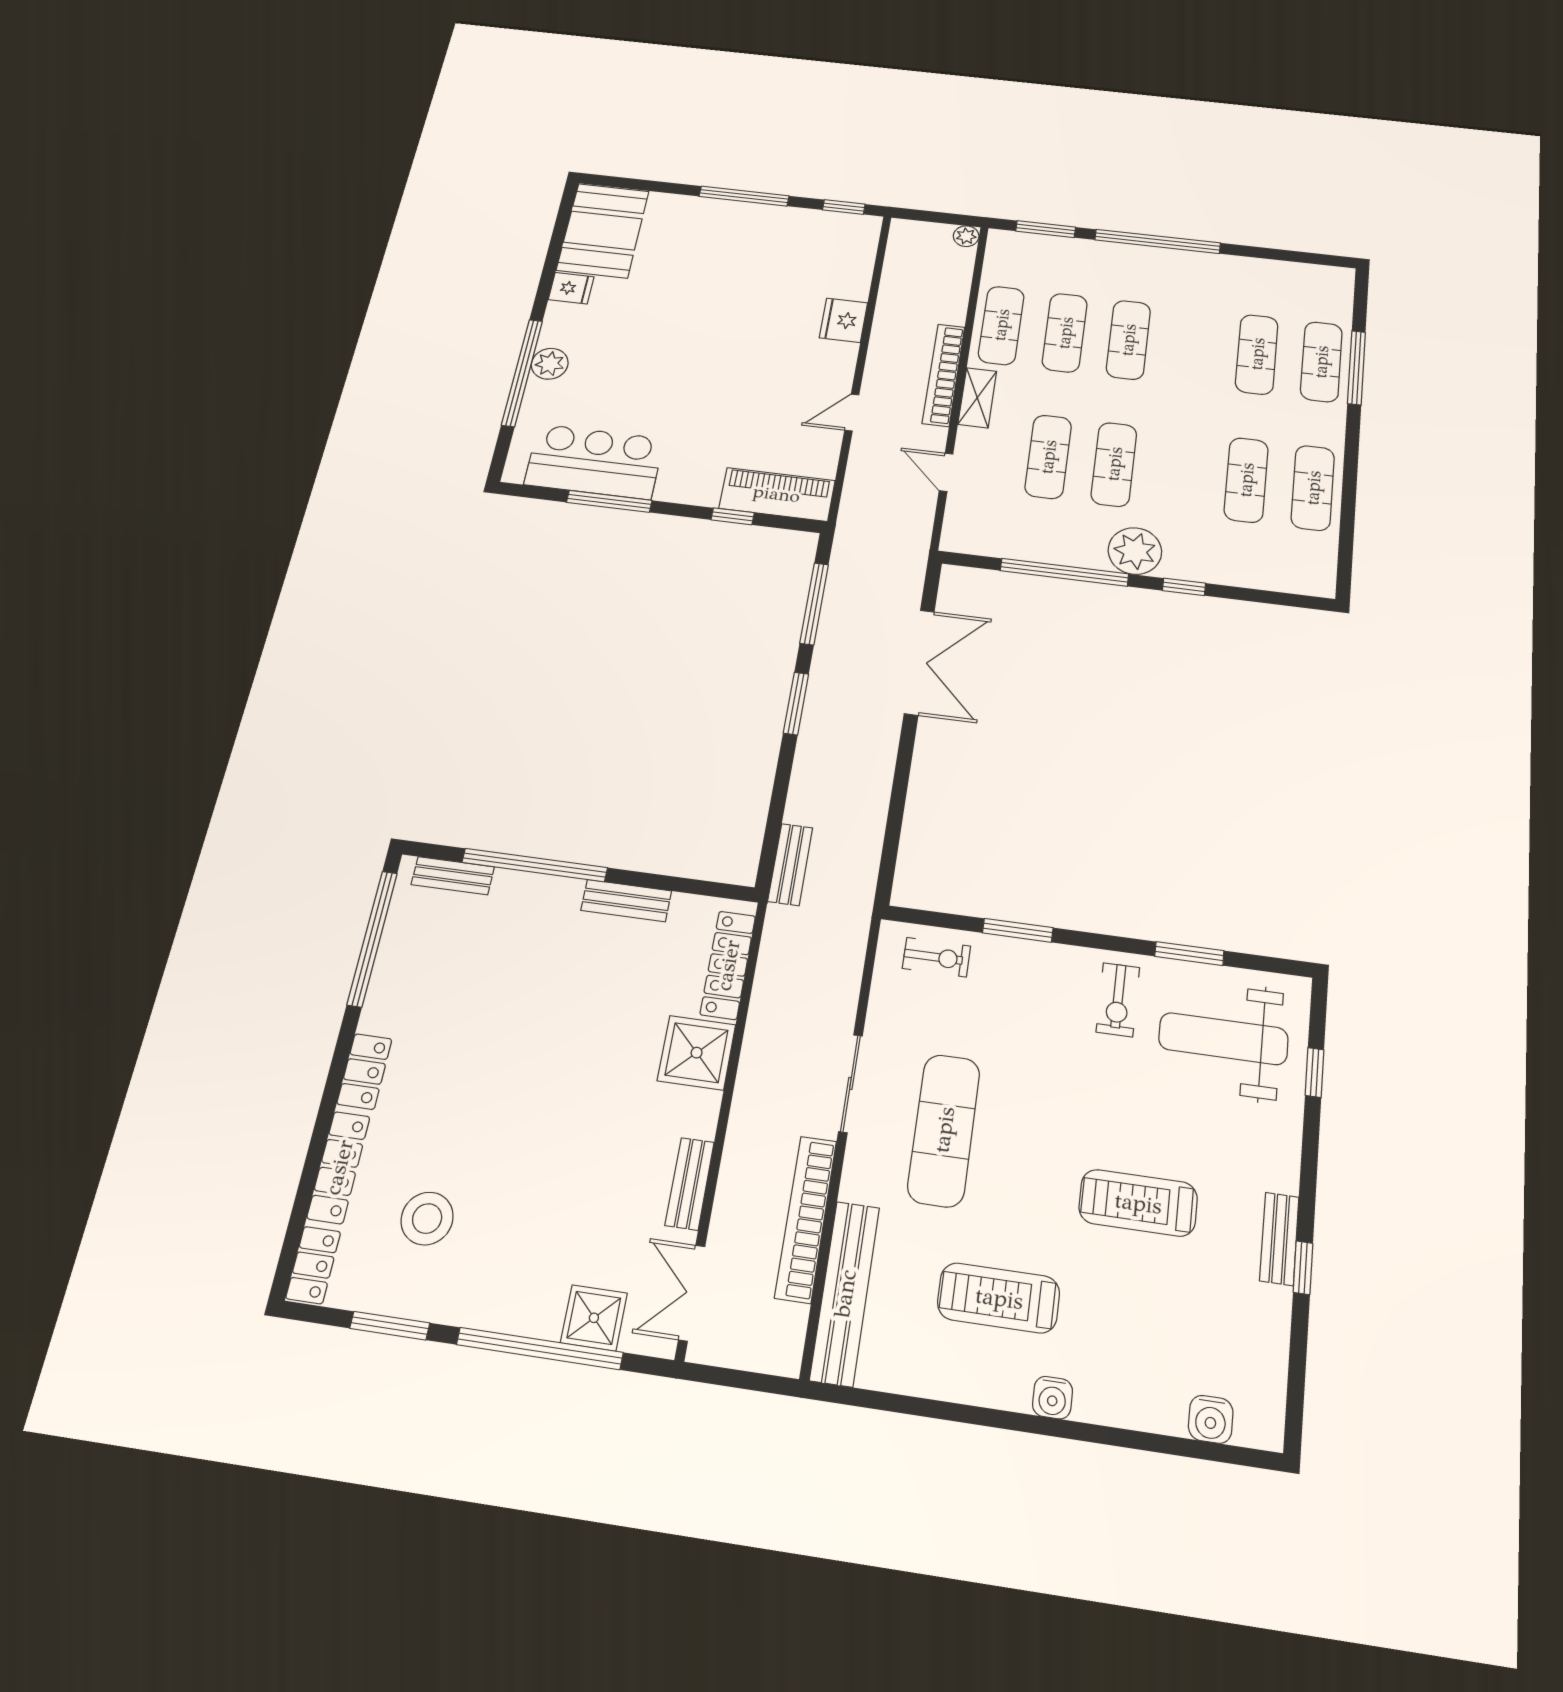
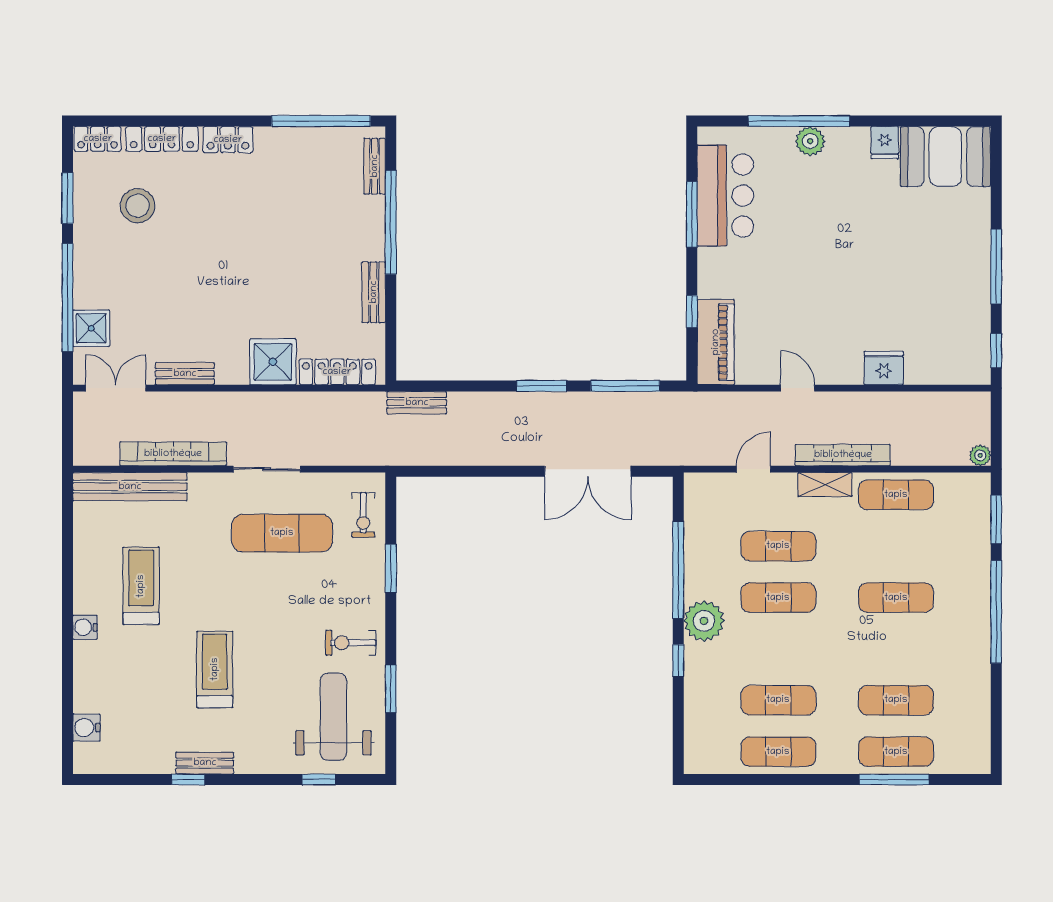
exercise mat: (1065, 333) -> (896, 546), removed
exercise mat: (944, 1130) -> (282, 533), moved

